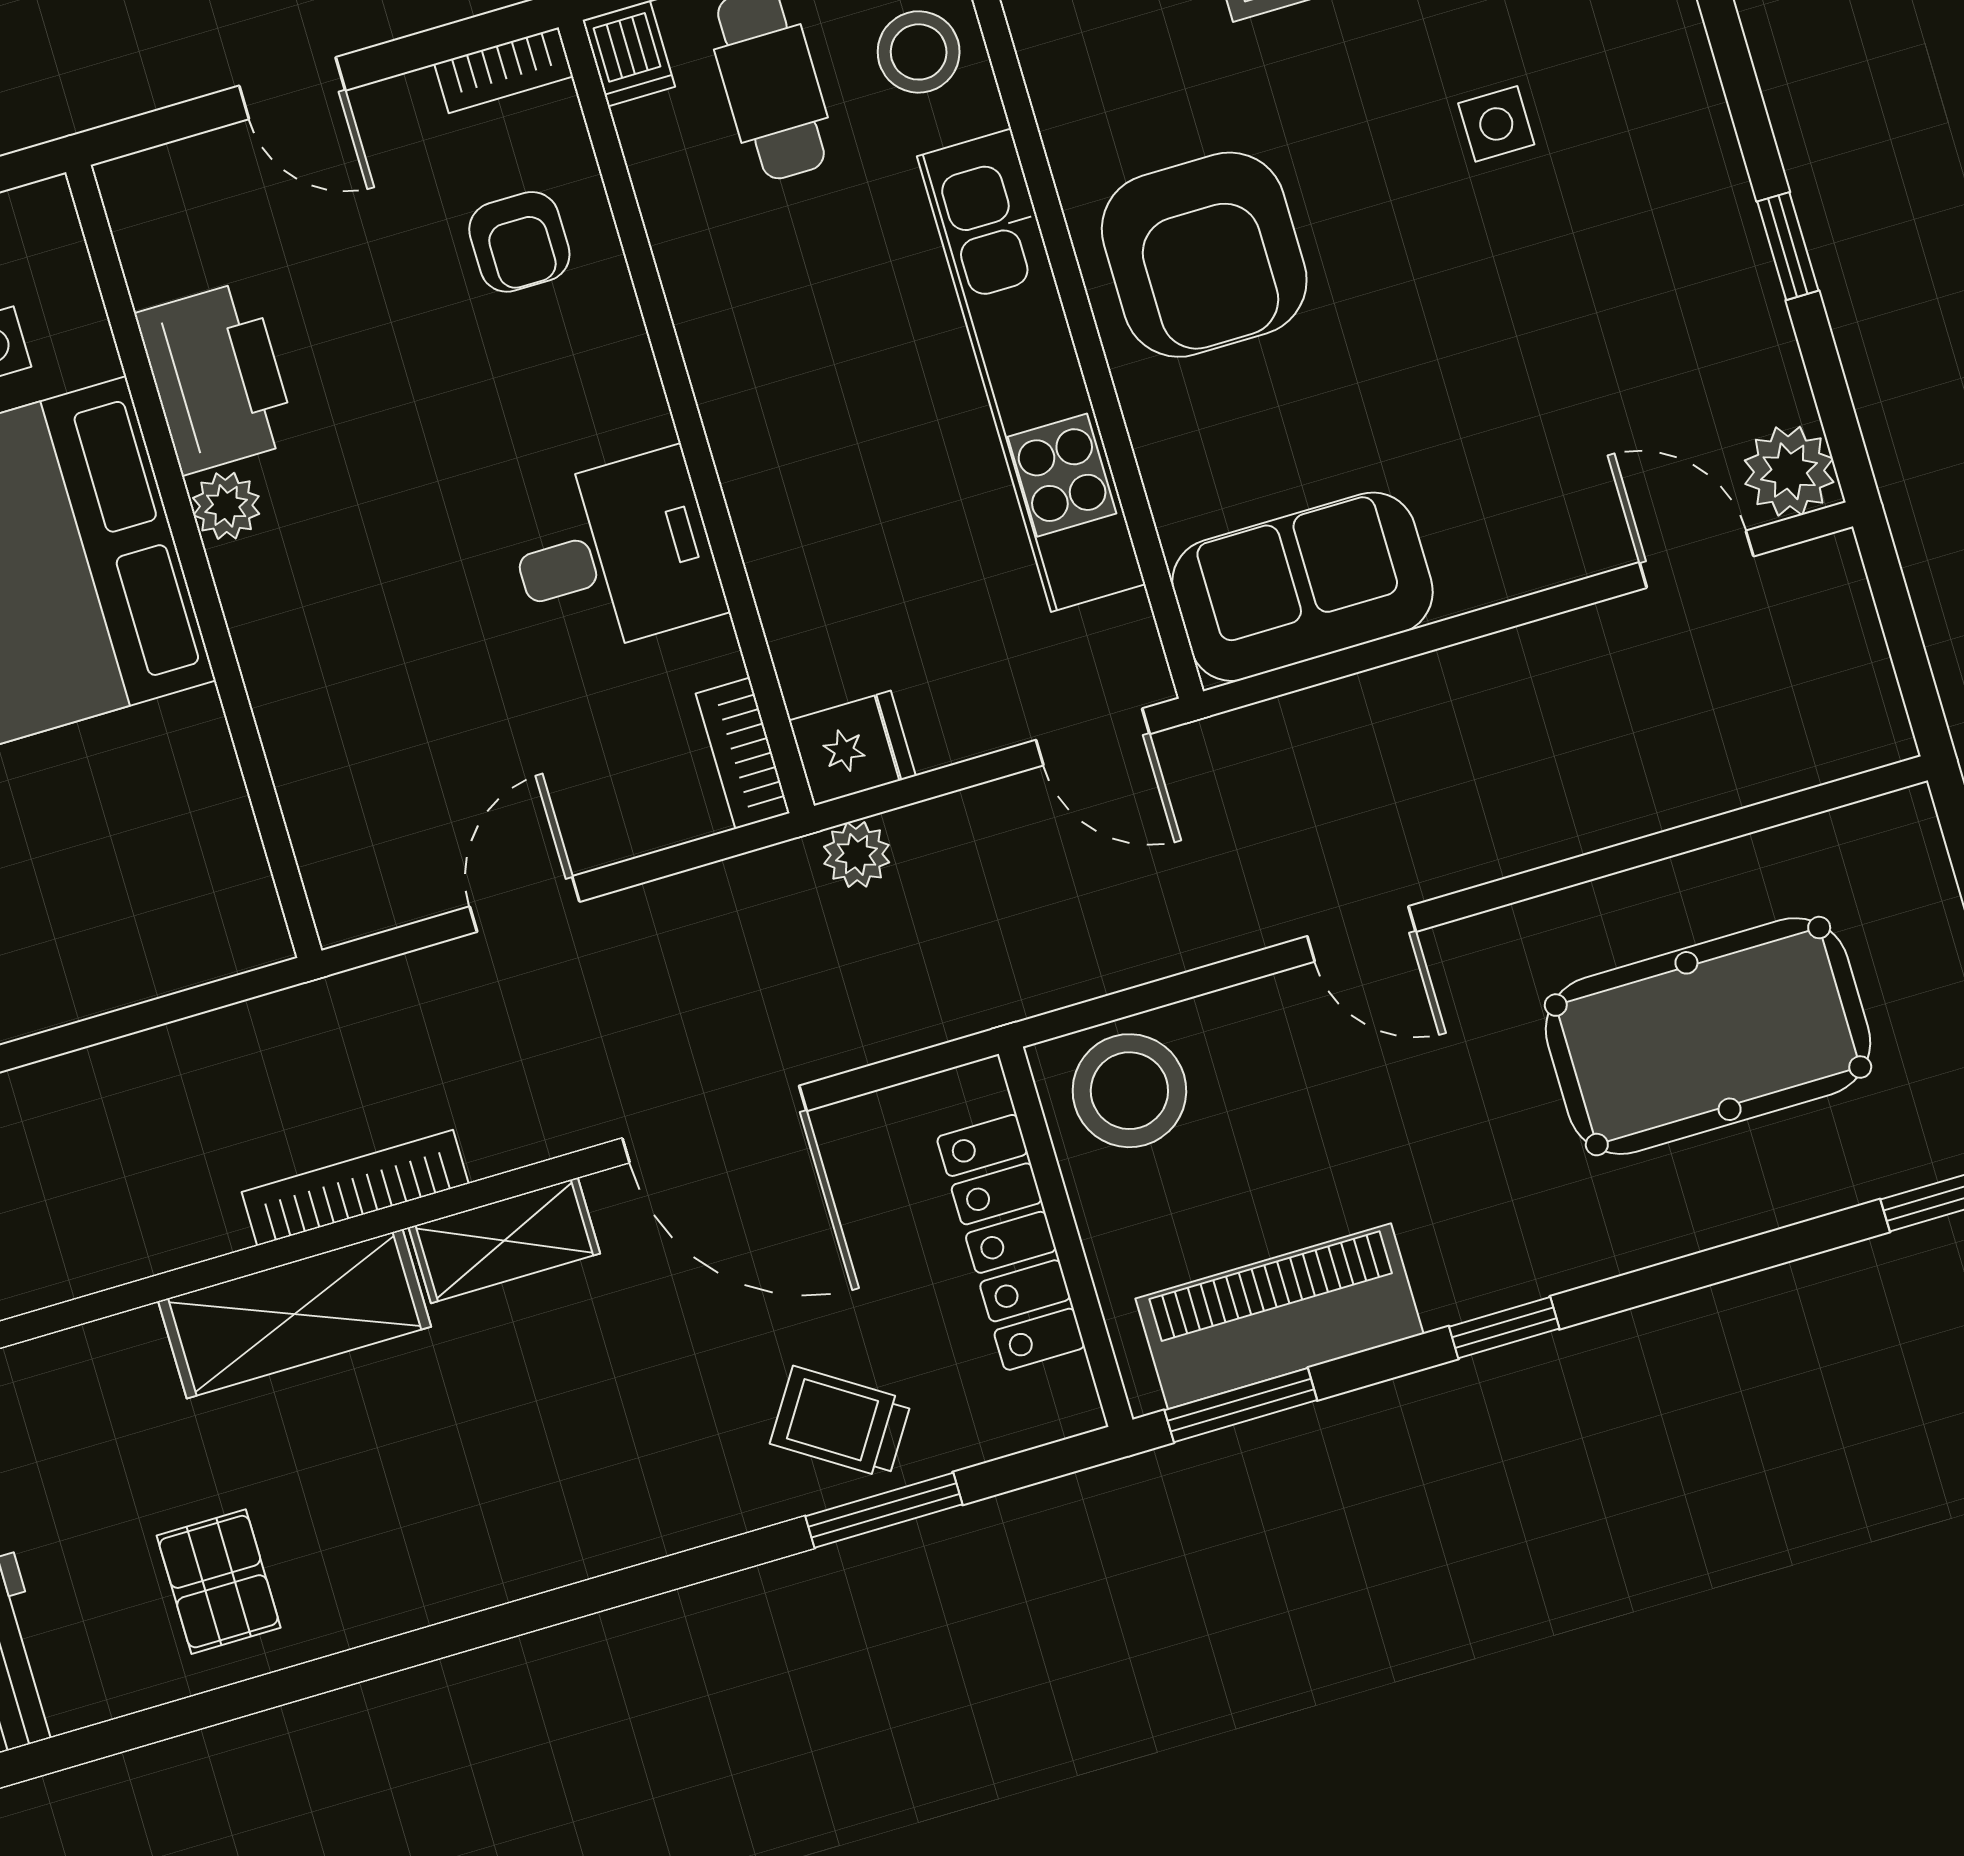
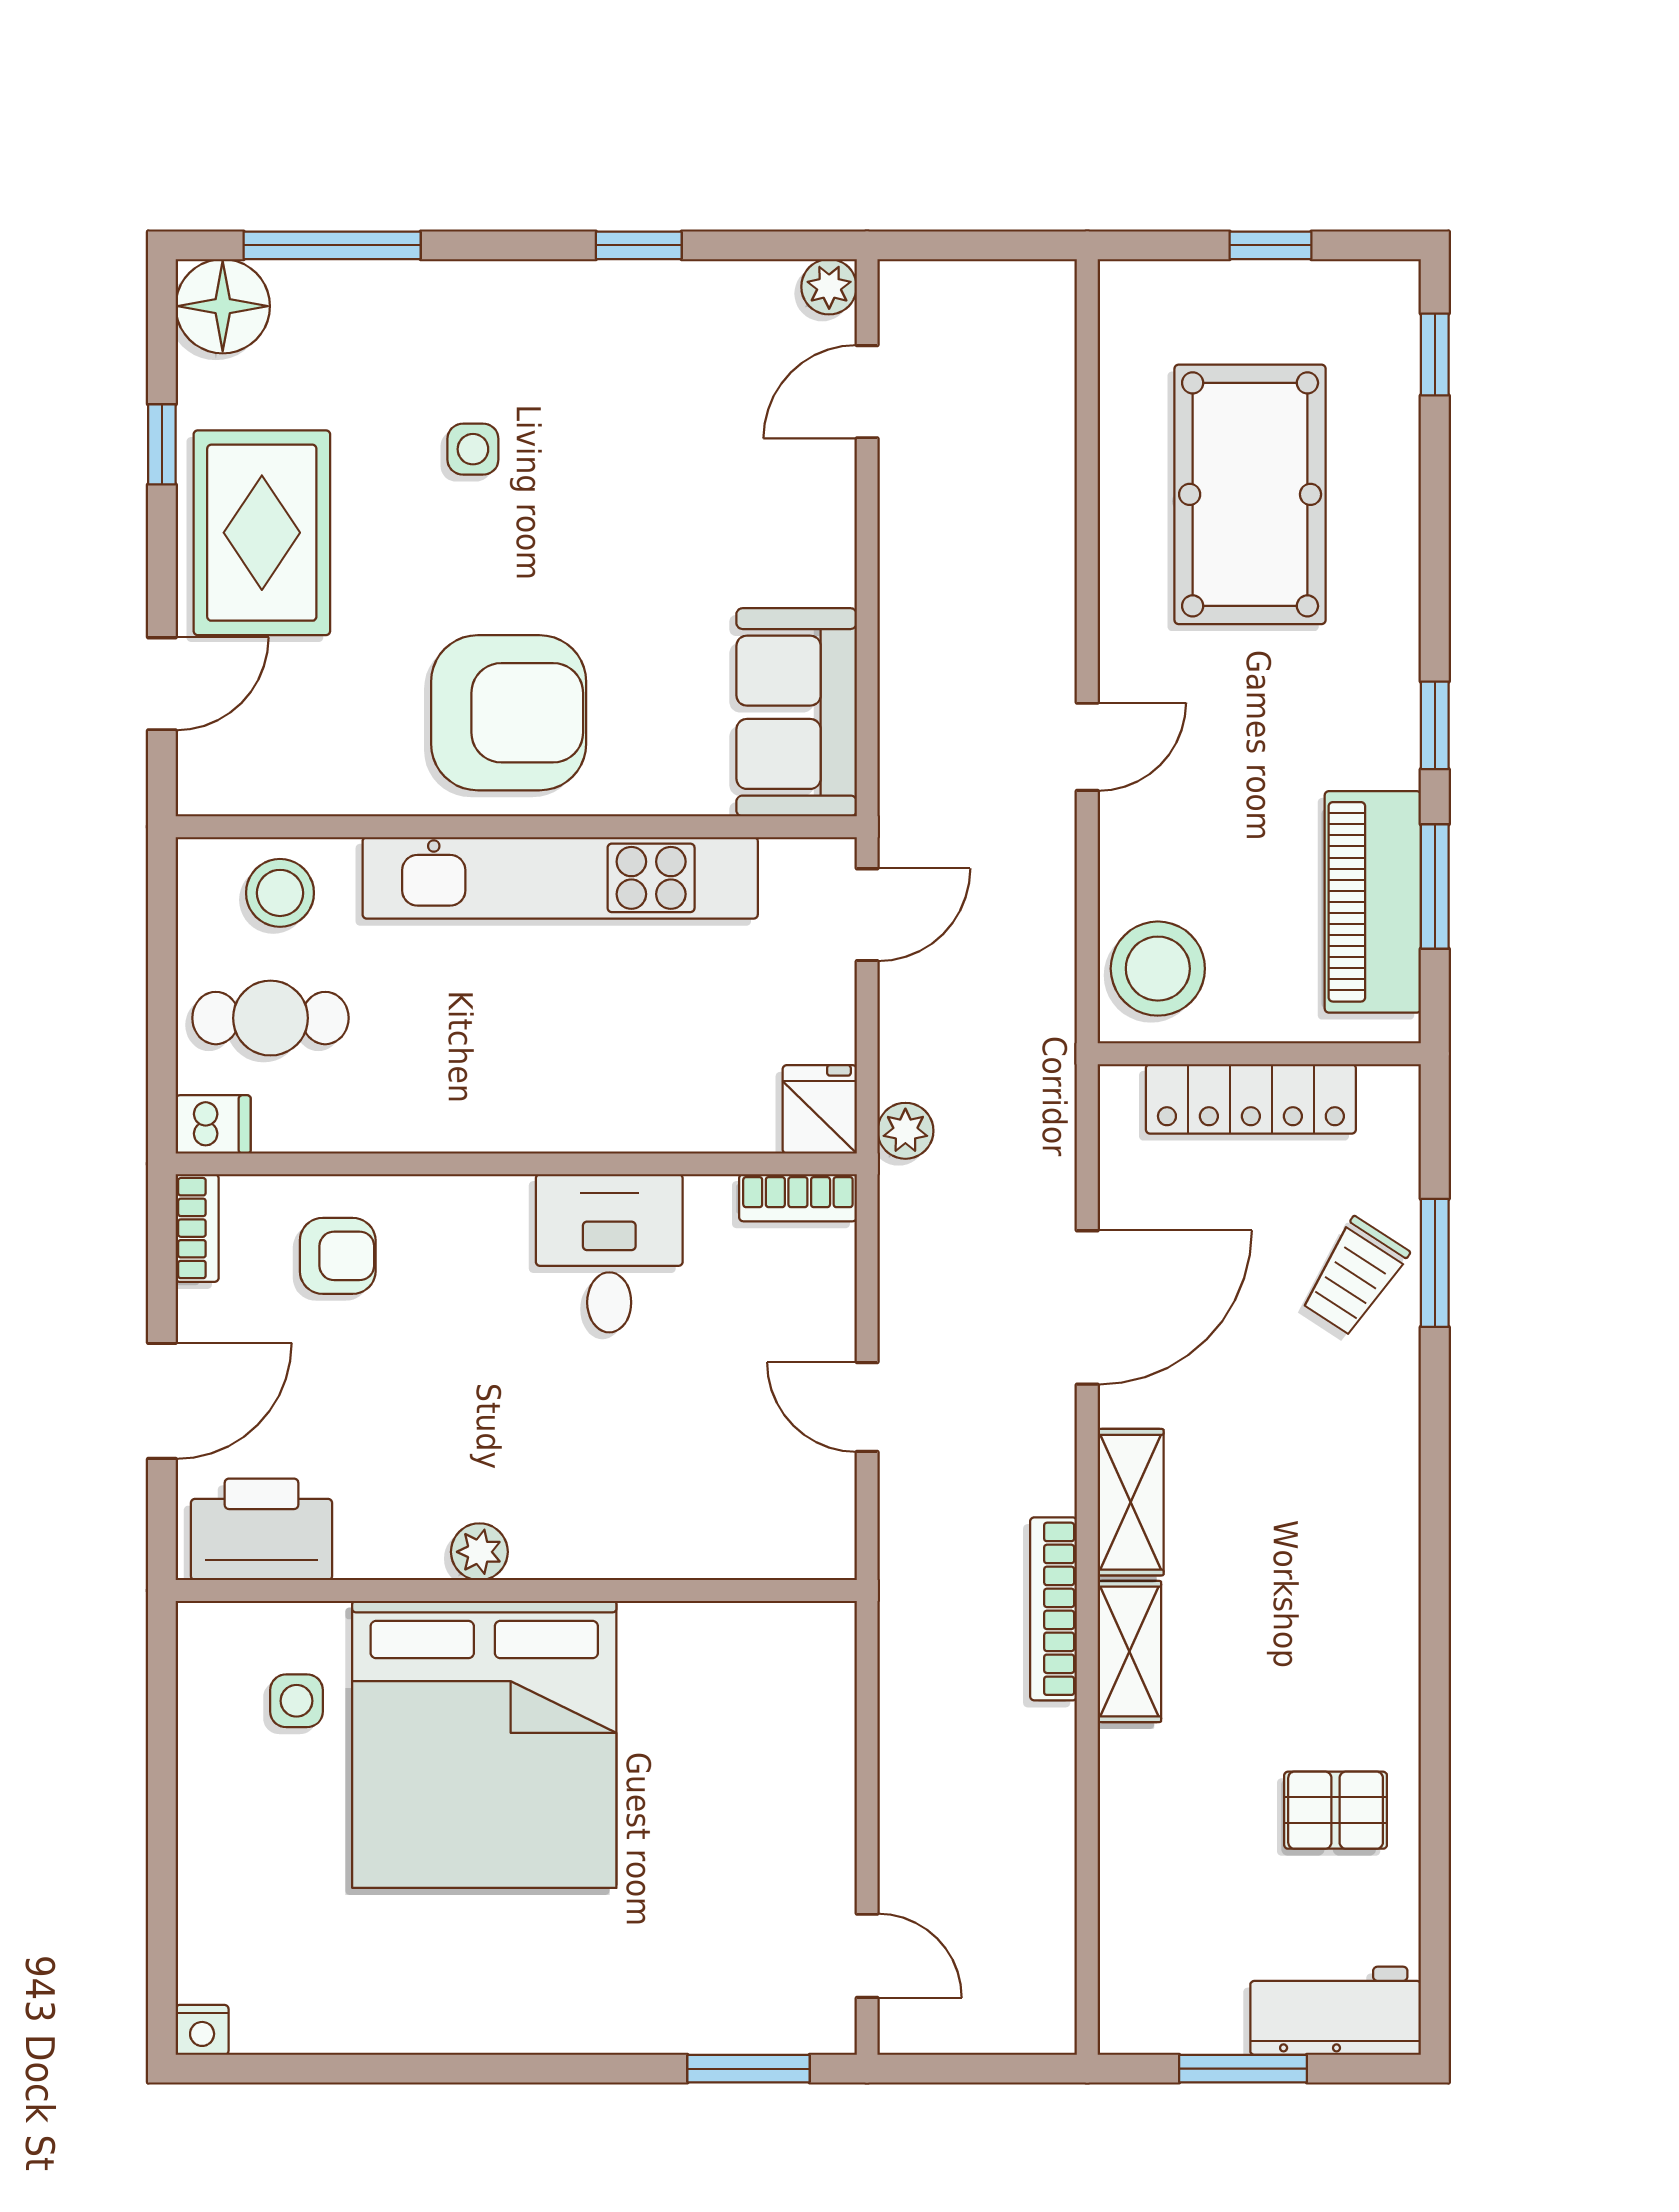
door: (292, 88) -> (162, 1401), width x1.38
printer: (216, 378) -> (261, 1529), moved
plant: (1789, 471) -> (829, 287), width x0.73, depth x0.73
shelving: (295, 1314) -> (1129, 1652), width x0.67, depth x0.75
window: (1241, 1405) -> (1435, 886), moved

